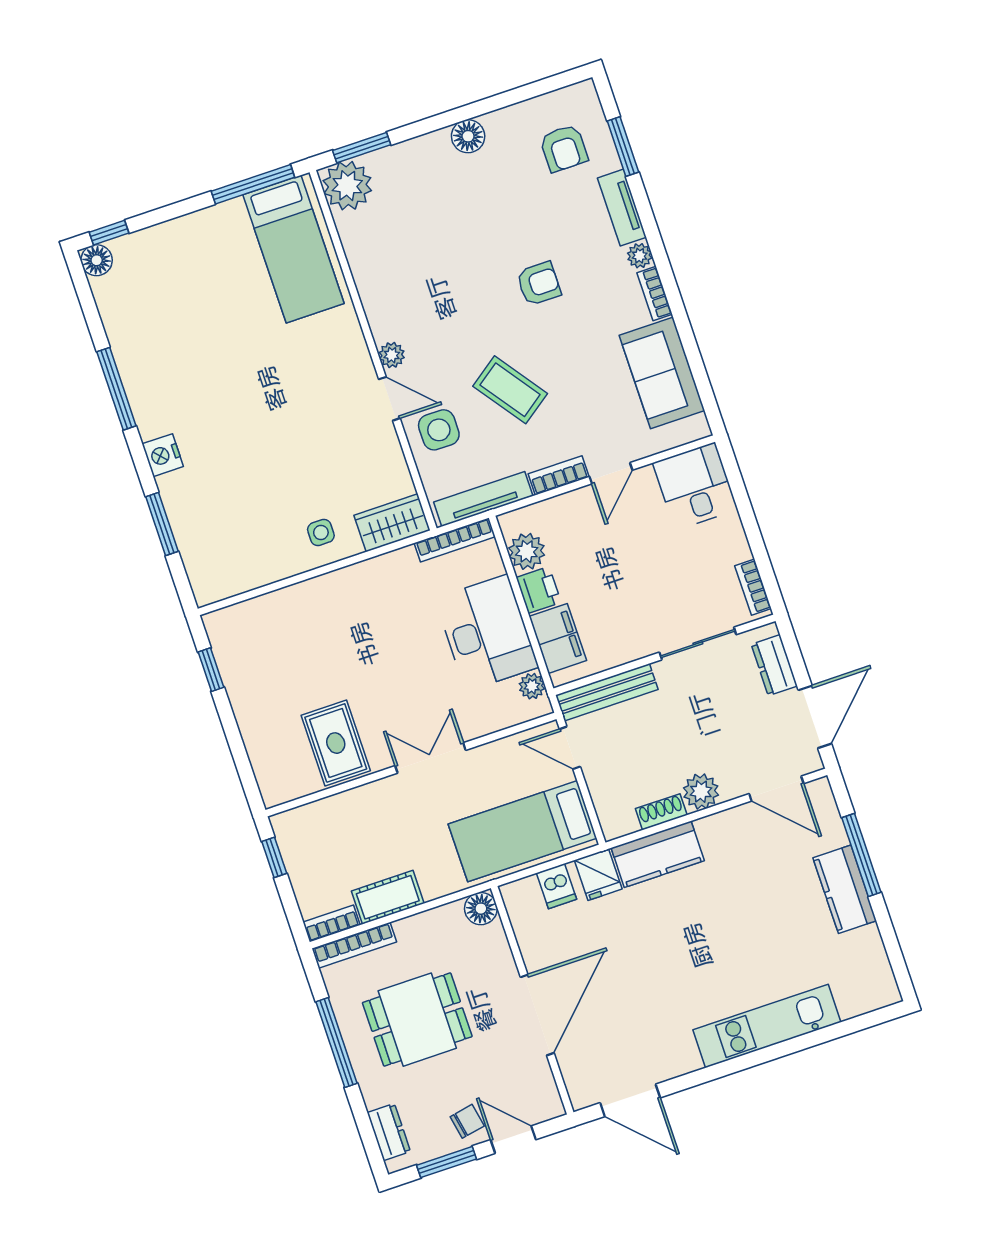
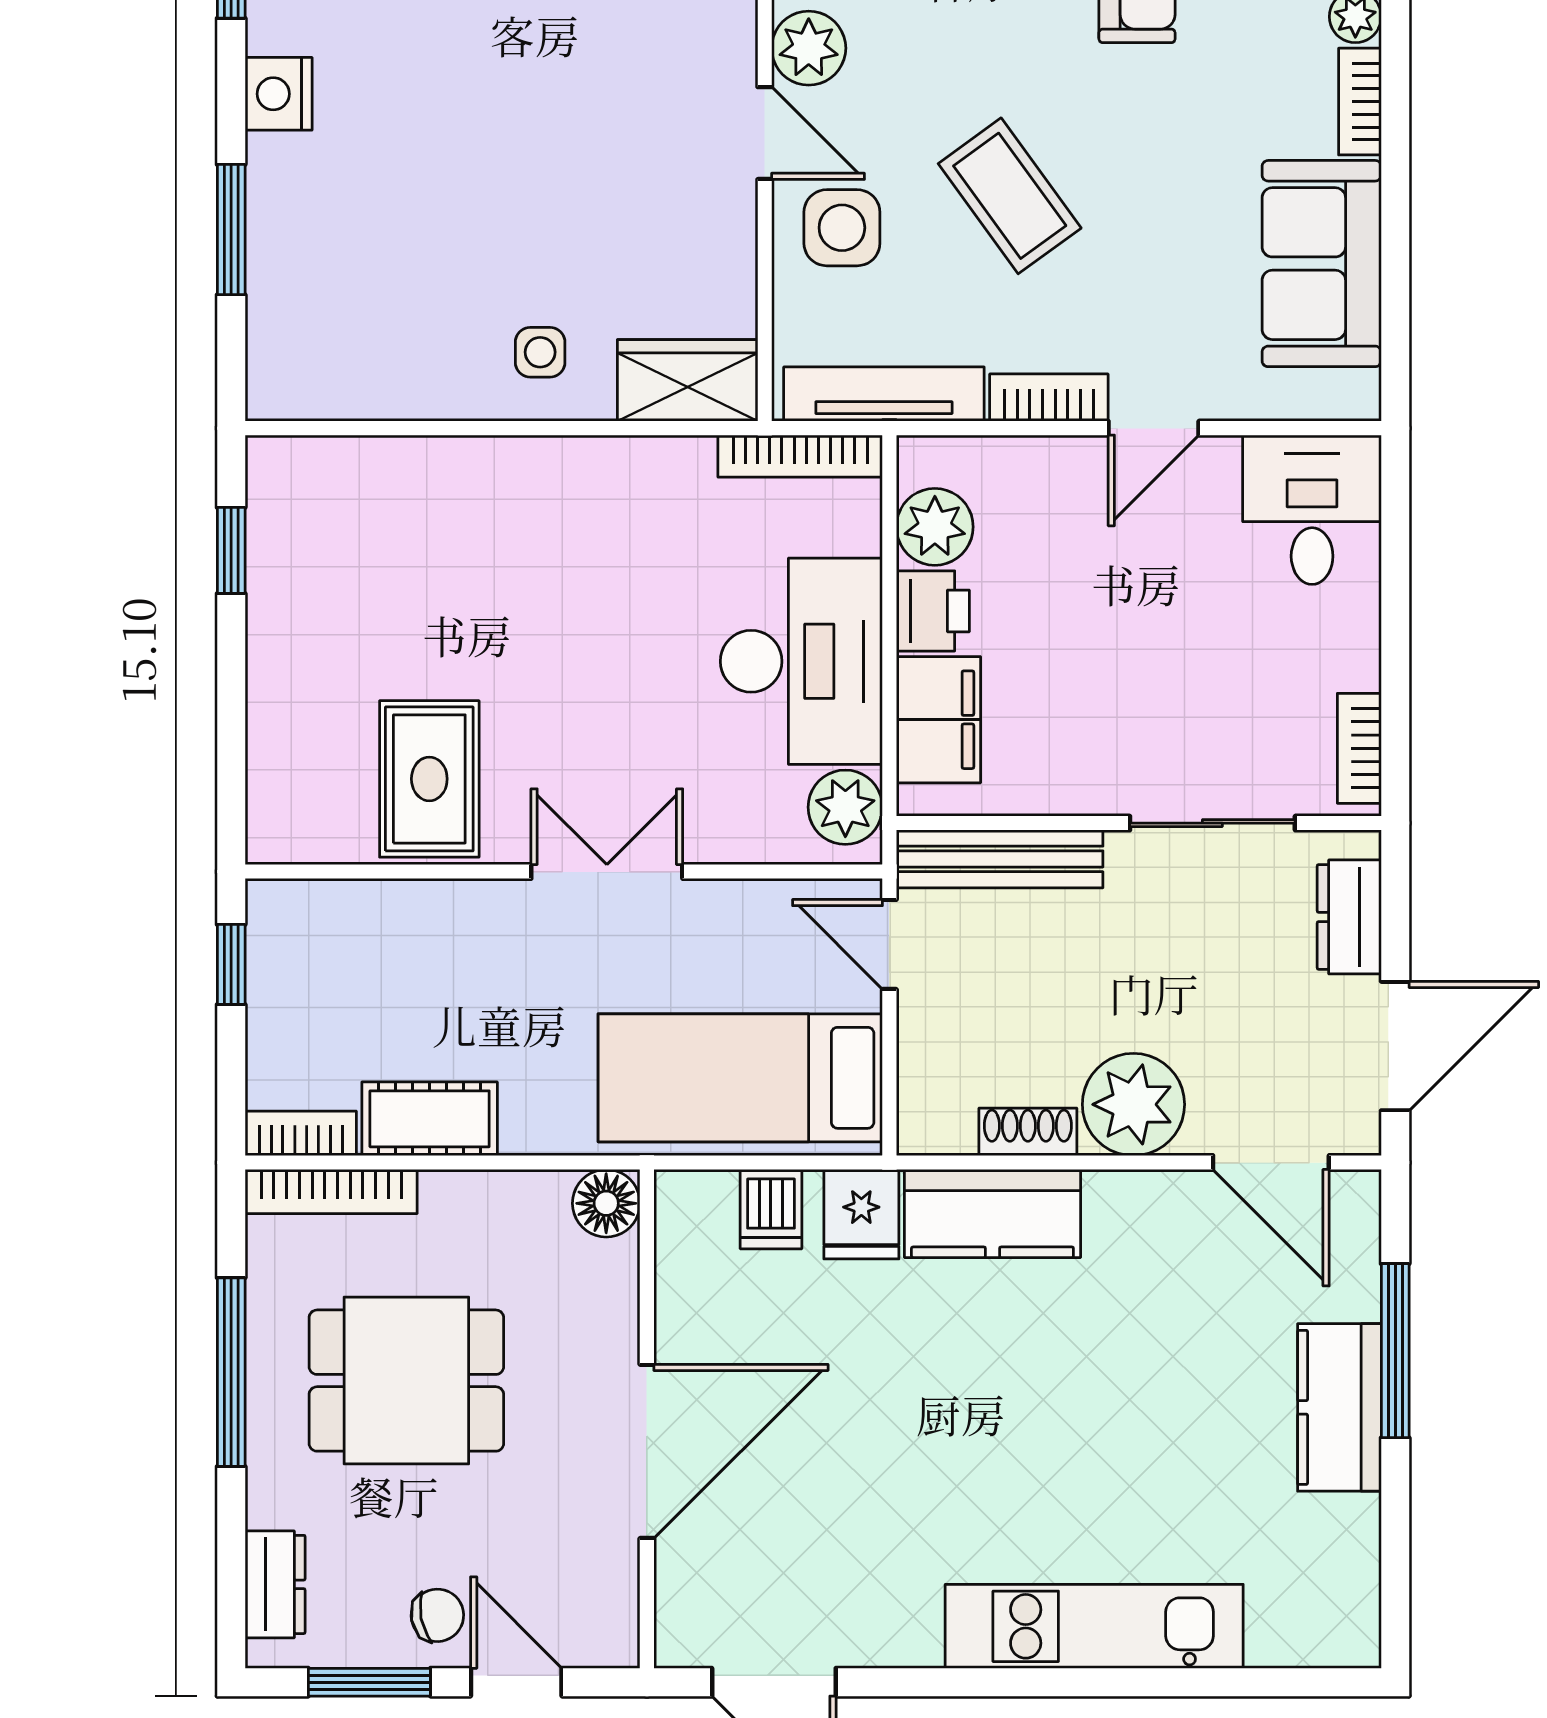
plant: (392, 355) -> (809, 48), width x1.38, depth x1.38
plant: (532, 686) -> (845, 807), width x1.38, depth x1.38
plant: (701, 791) -> (1133, 1104), width x1.36, depth x1.36

